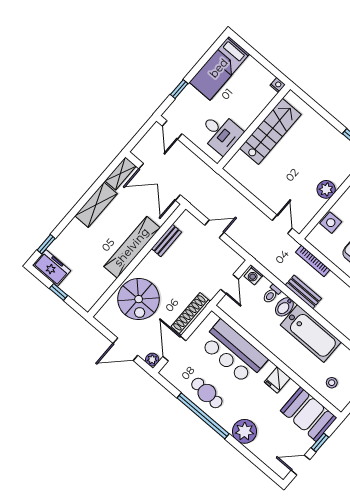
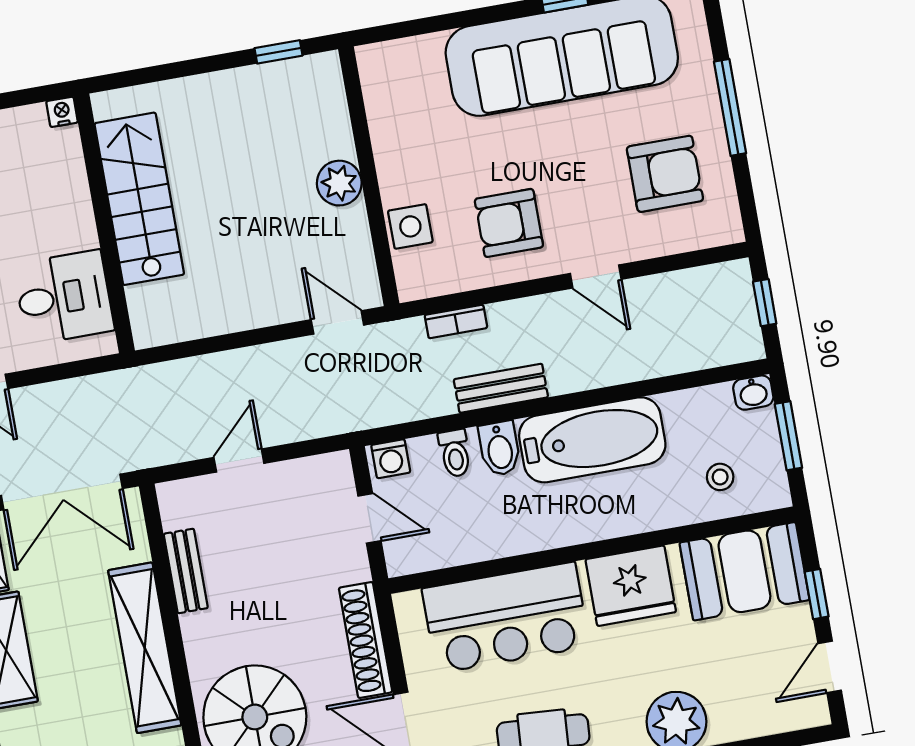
bookcase: (313, 261) -> (456, 321), width x0.64
fridge: (277, 380) -> (631, 586), width x1.88, depth x1.34

